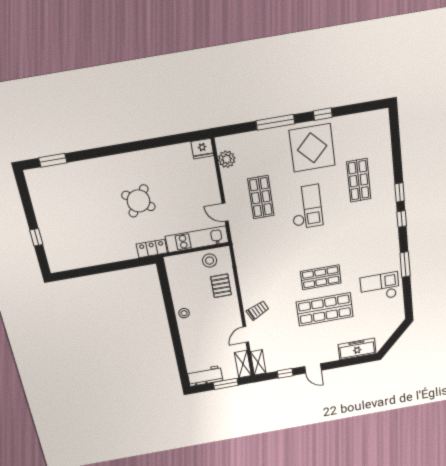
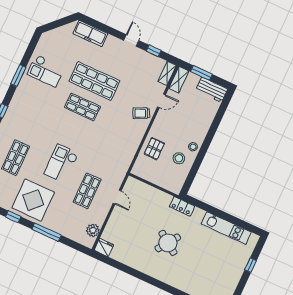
kitchen unit: (197, 239) -> (226, 228), moved
stool: (210, 261) -> (179, 158), moved

